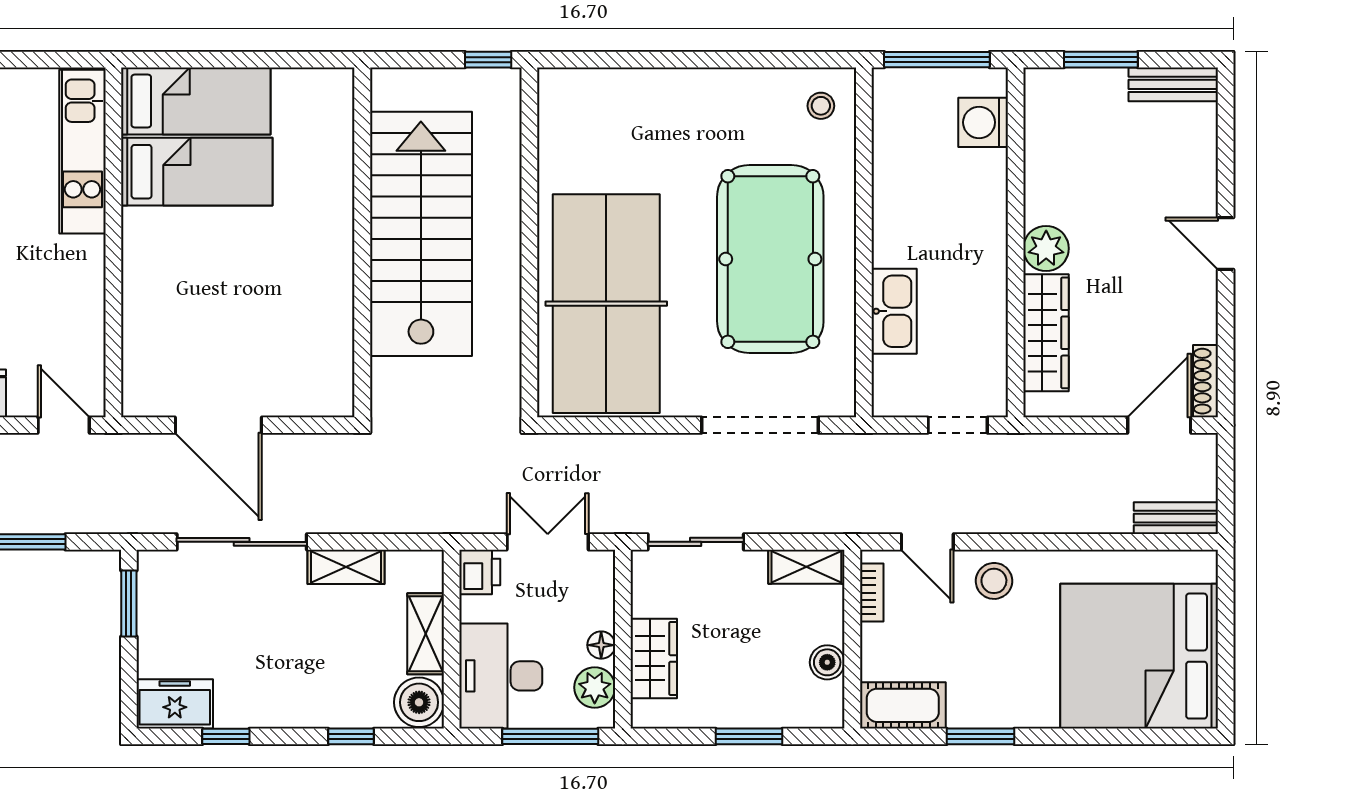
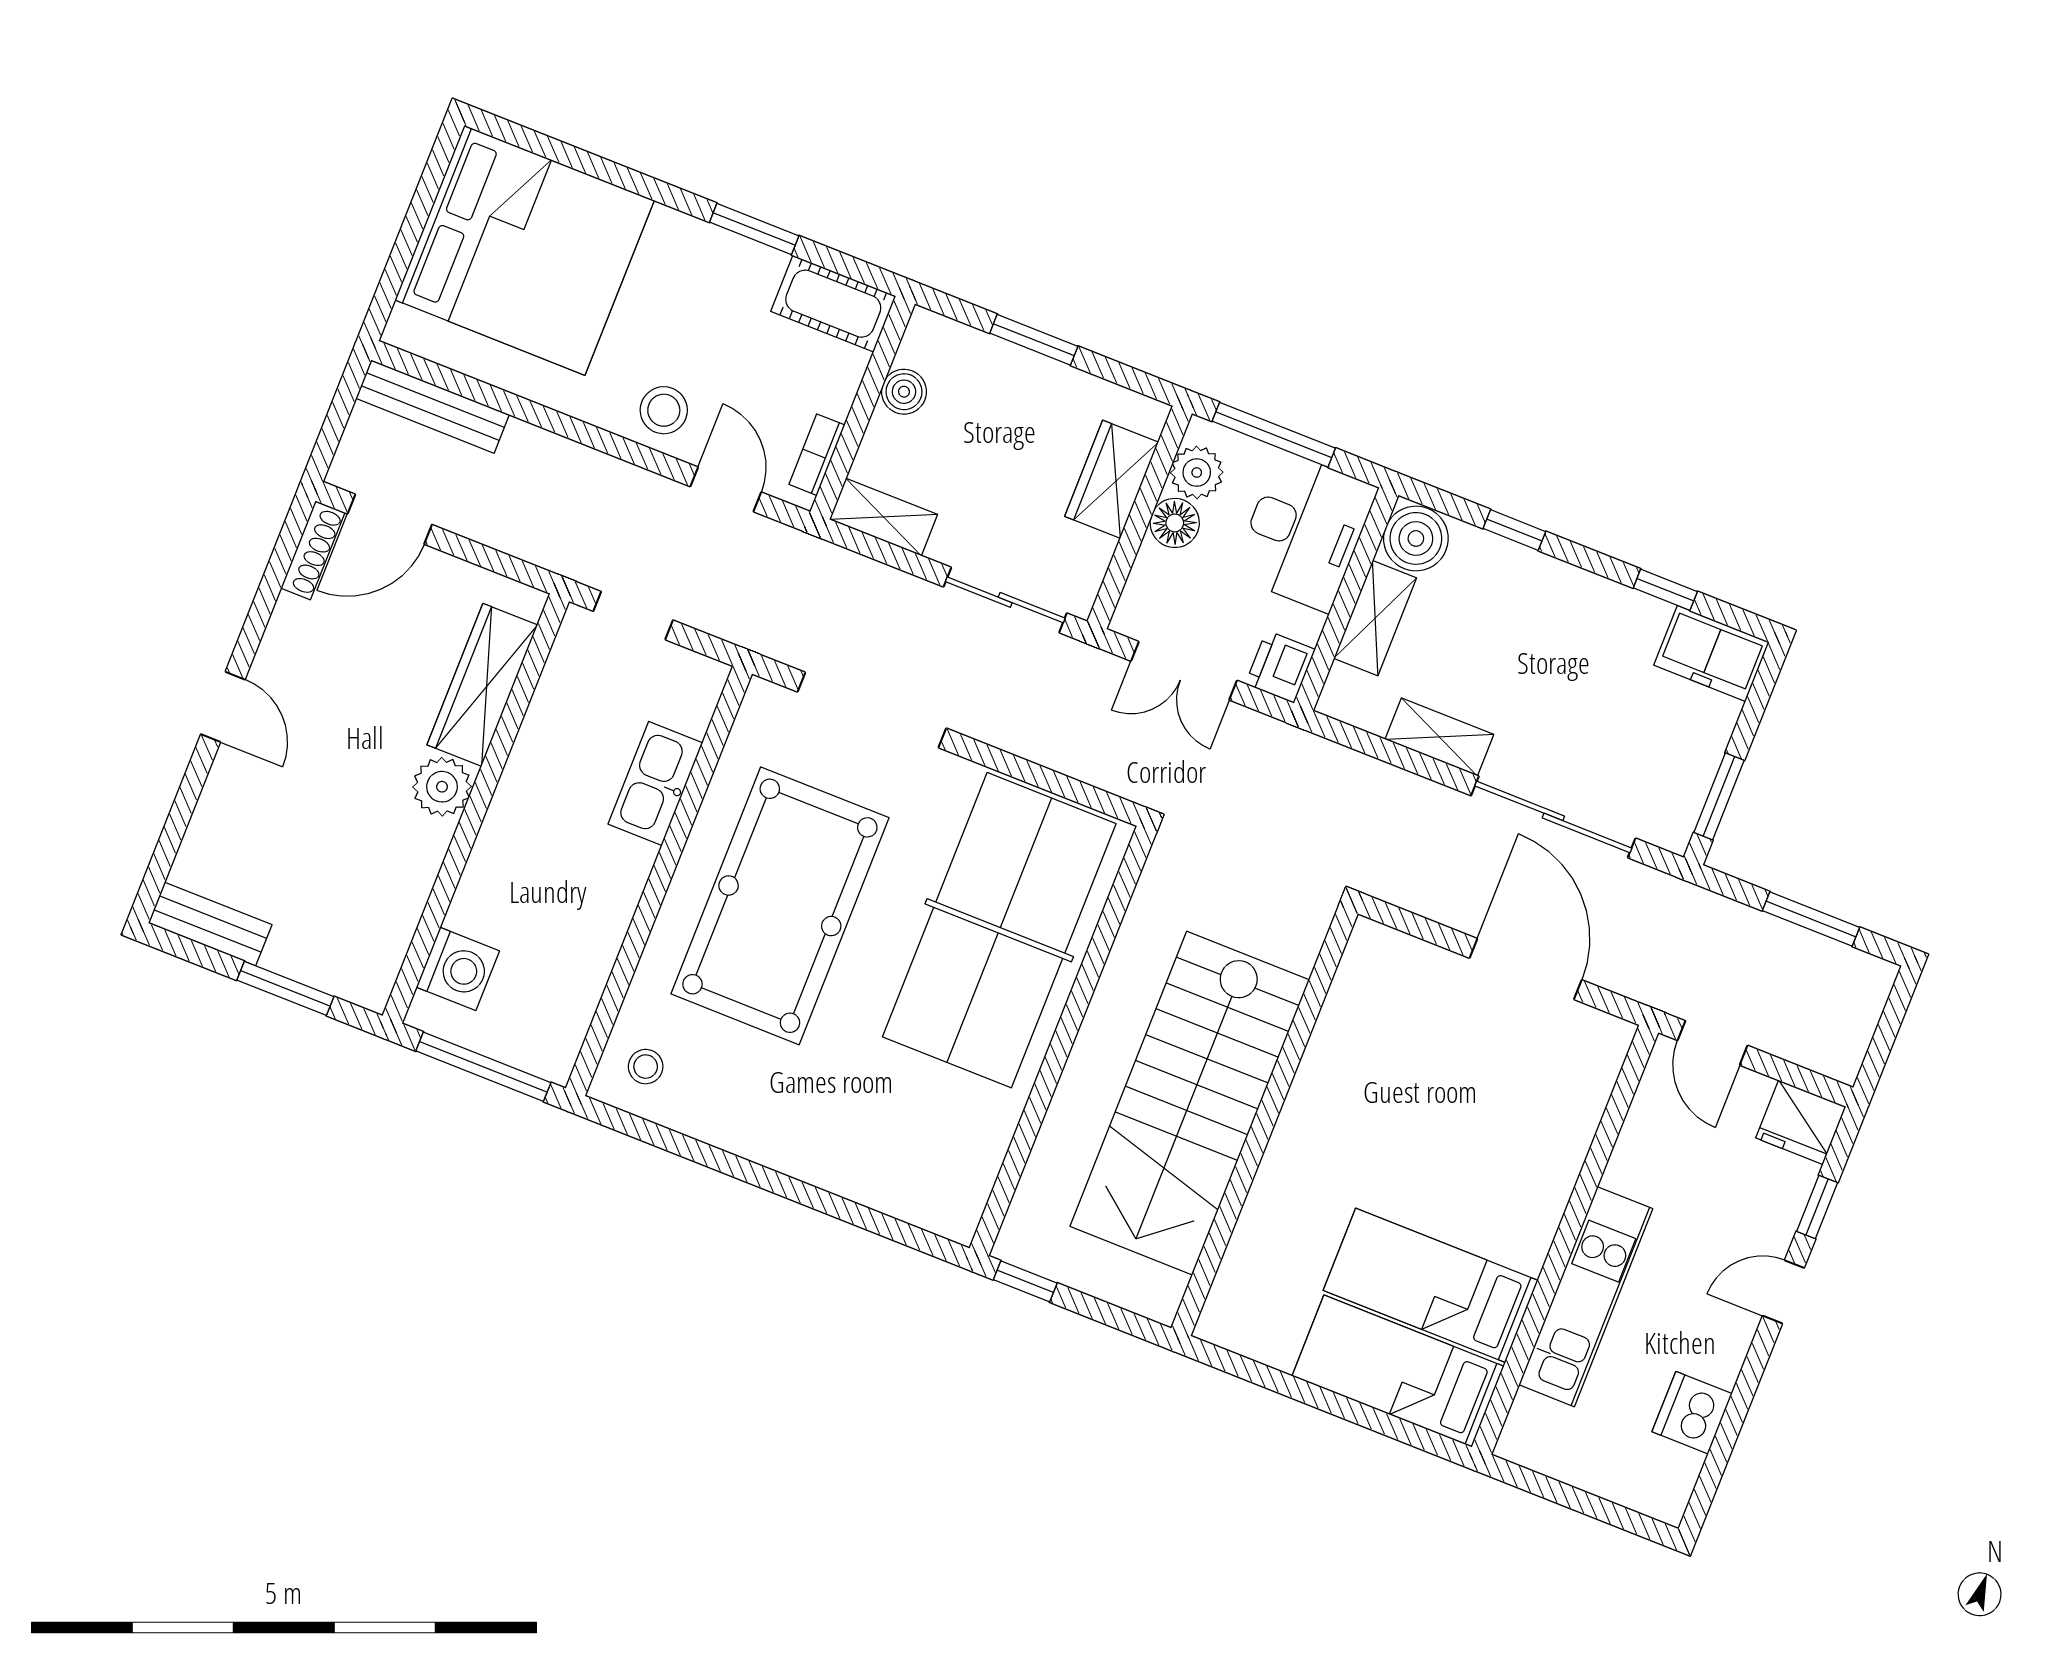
kitchen unit: (82, 152) -> (1586, 1297), moved
bench: (1176, 518) -> (433, 407), width x1.36
floor lamp: (601, 645) -> (1175, 523), width x1.37, depth x1.37

